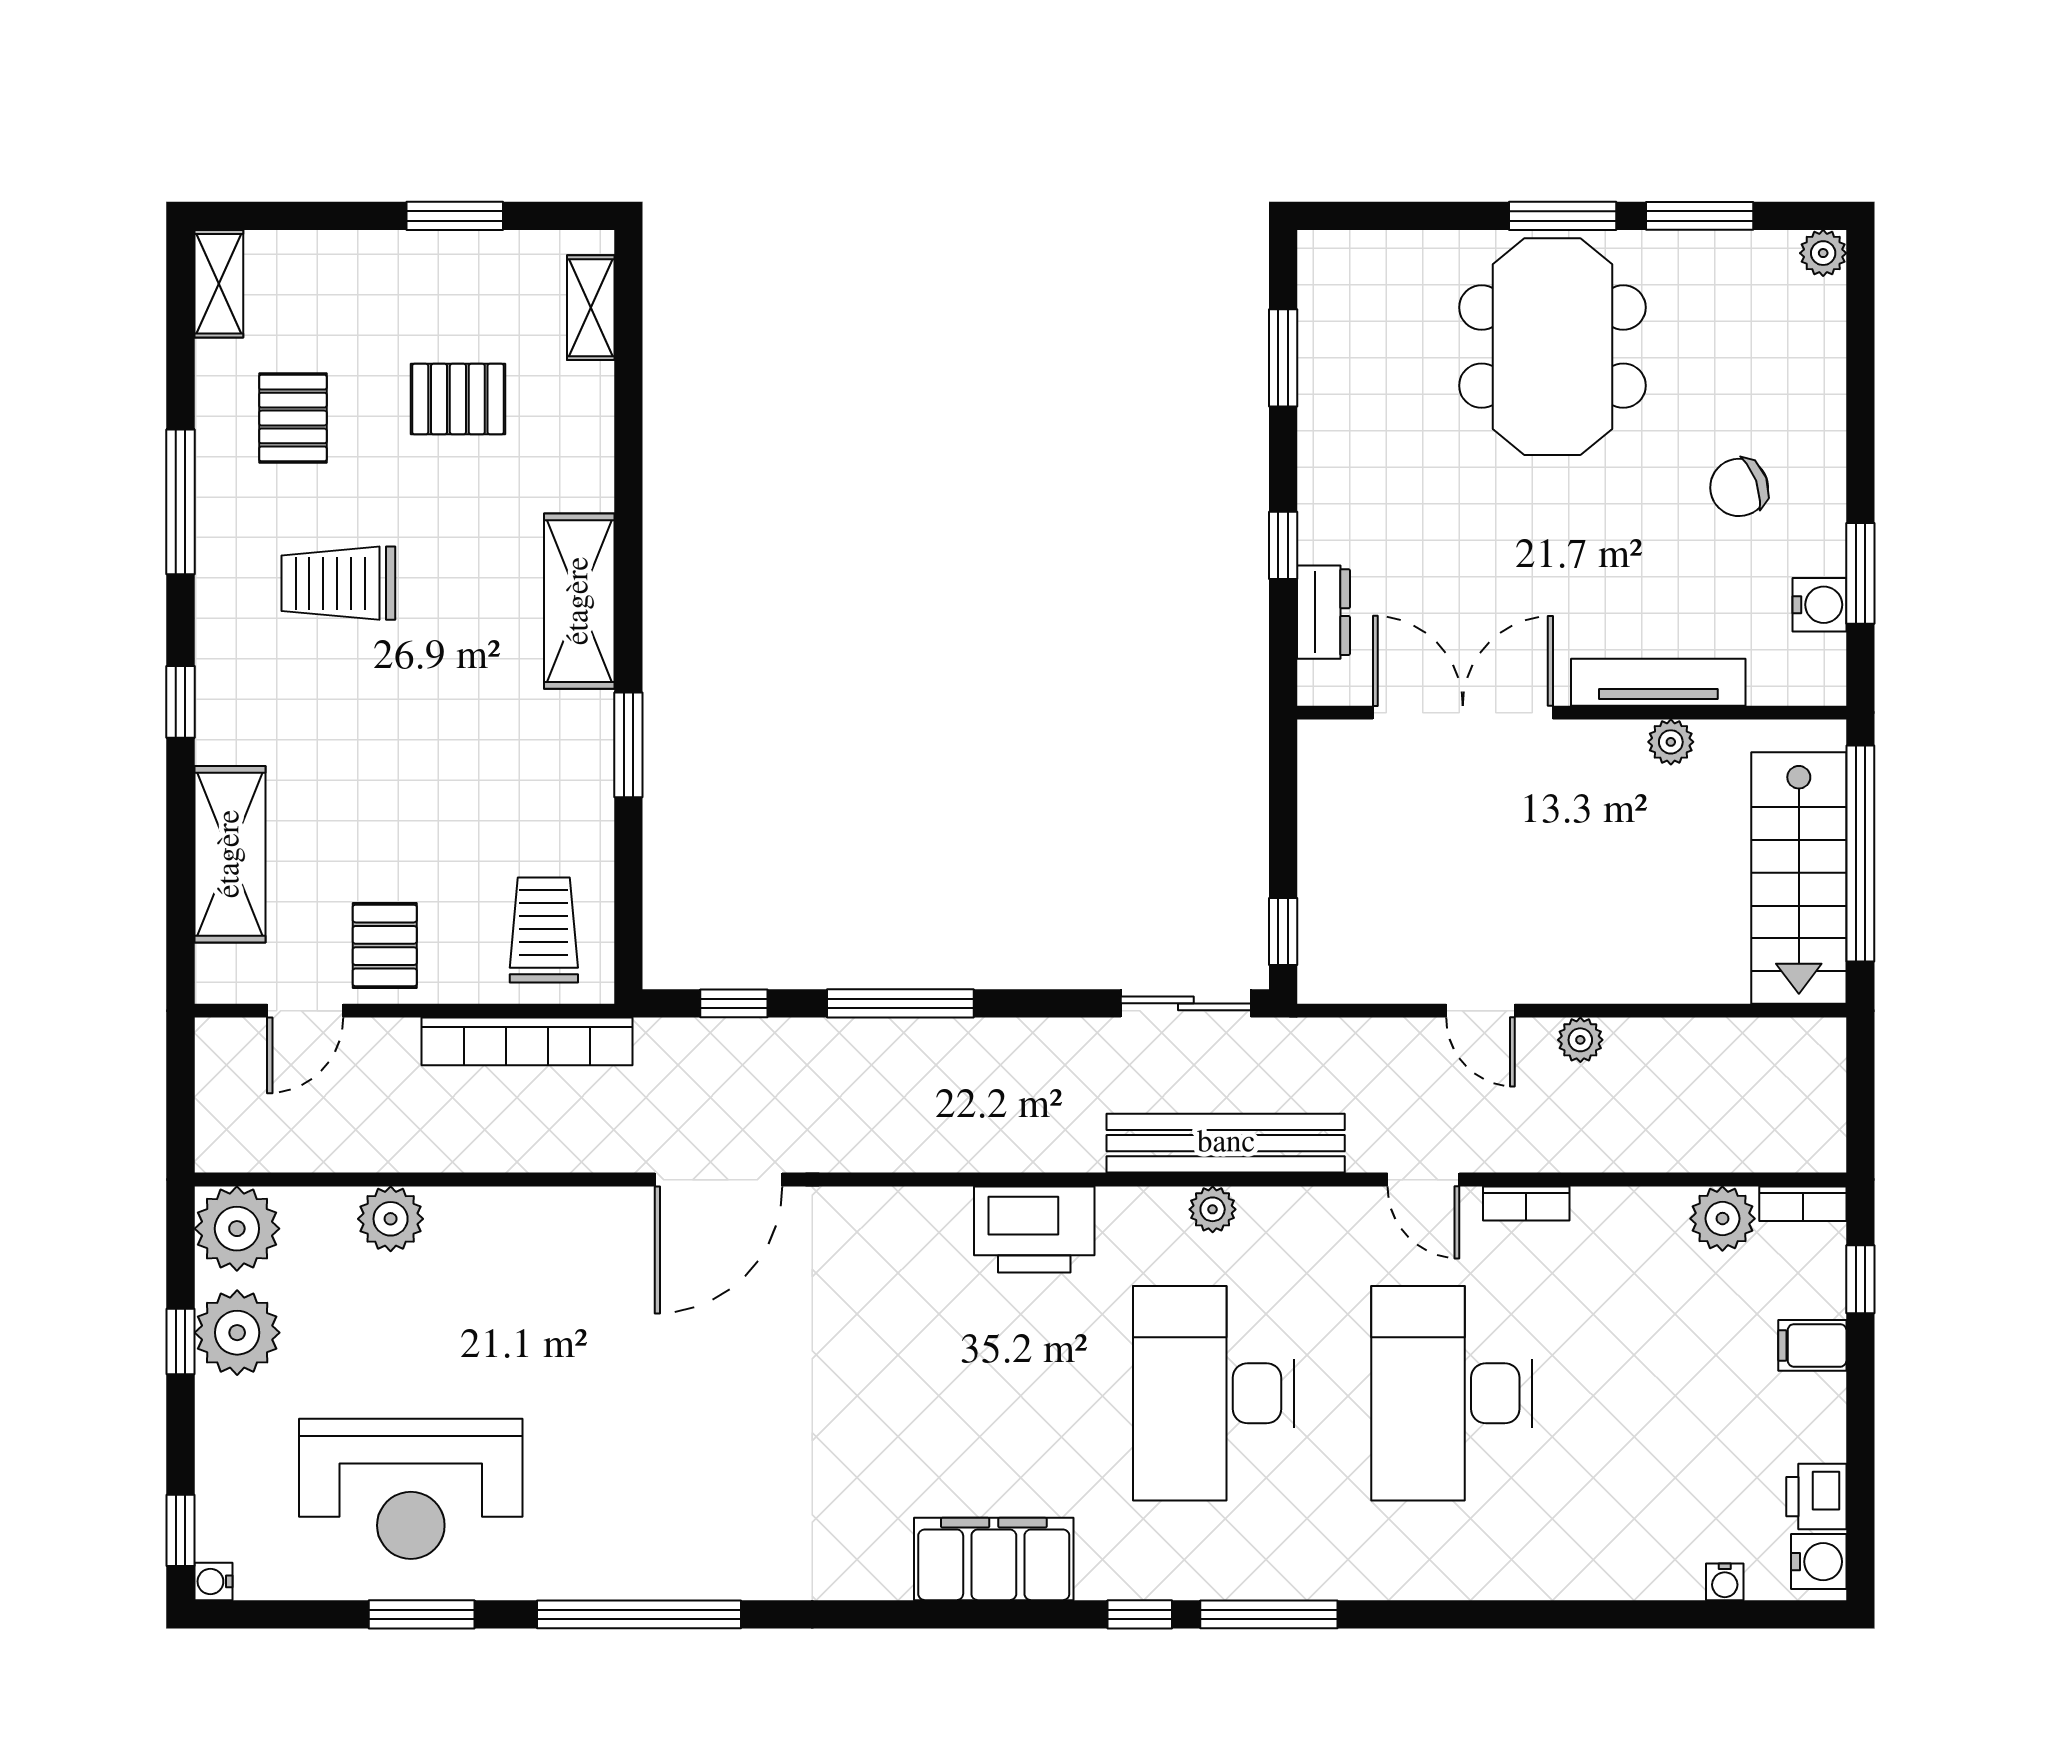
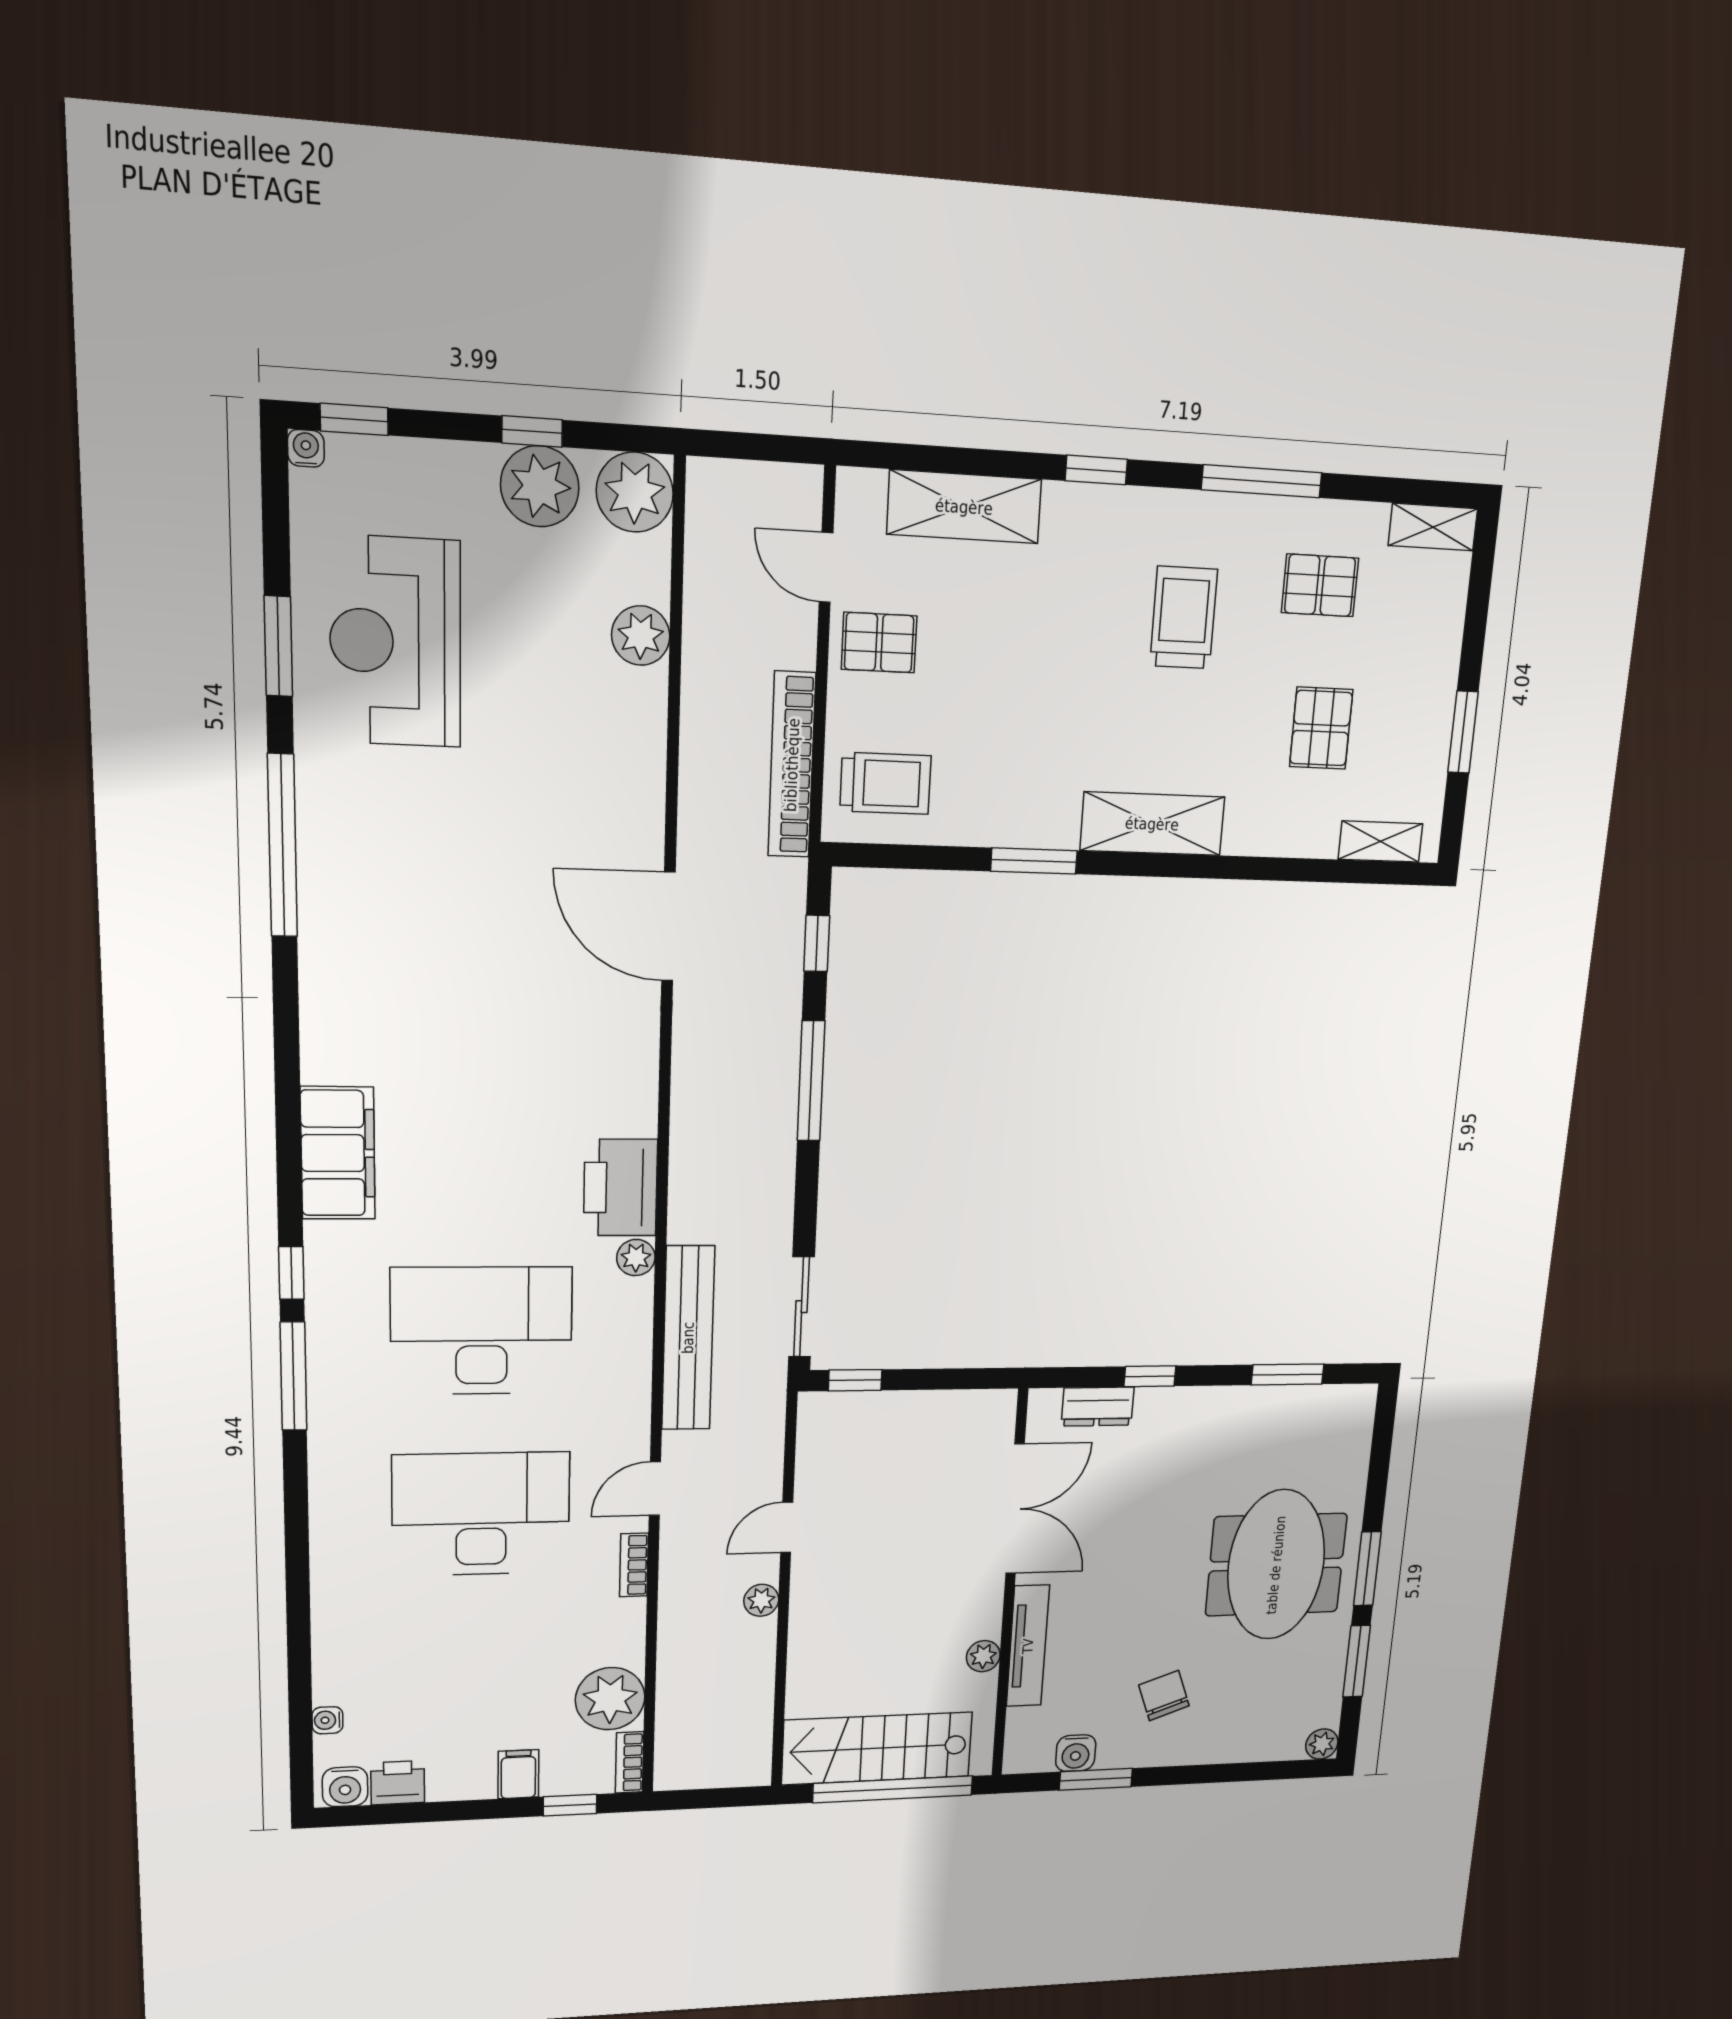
meeting table: (1552, 347) -> (1276, 1565), turned 90
plant: (1213, 1209) -> (636, 1258), moved
plant: (1722, 1219) -> (610, 1699), width x1.36, depth x1.36

